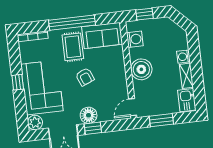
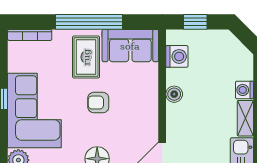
boiler: (141, 69) -> (174, 94), width x0.54, depth x0.54
armchair: (85, 77) -> (98, 103), turned 112

